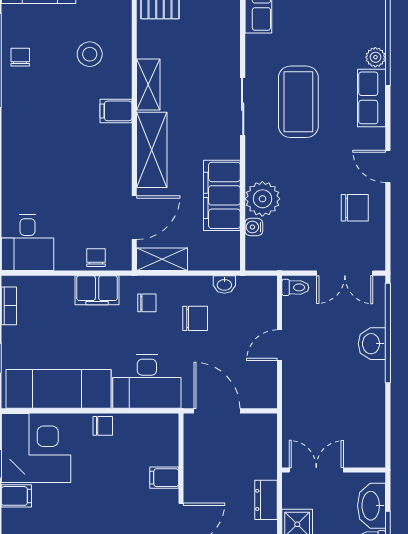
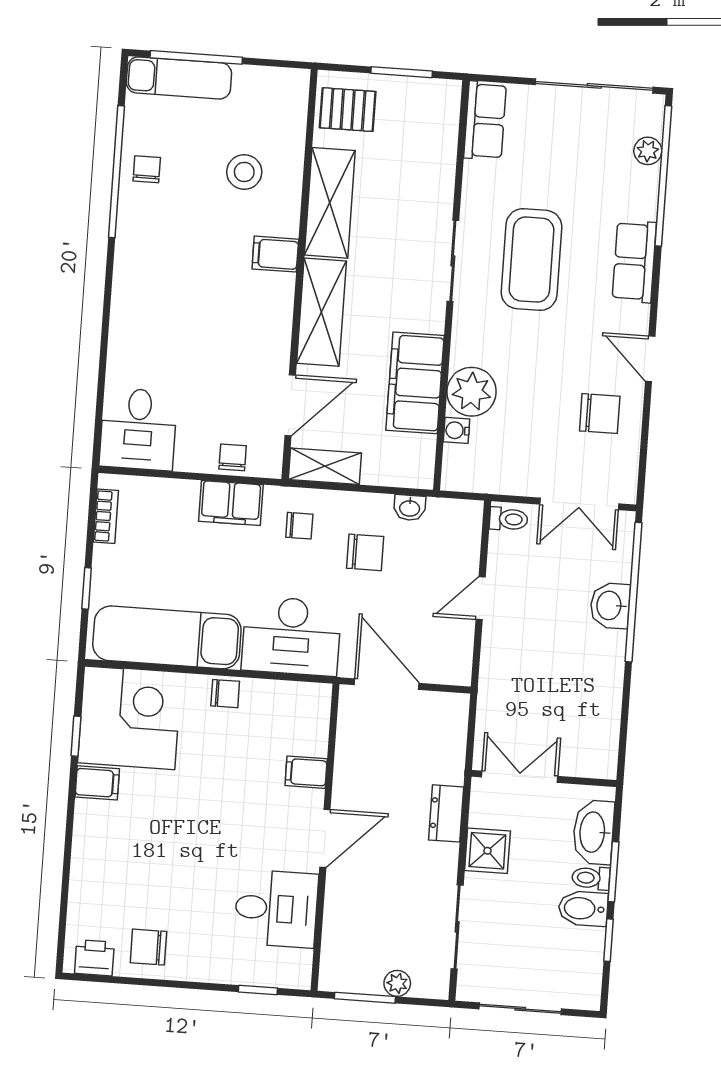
plant: (375, 57) -> (648, 151), moved
shelving: (148, 85) -> (330, 203), width x1.50, depth x1.33

